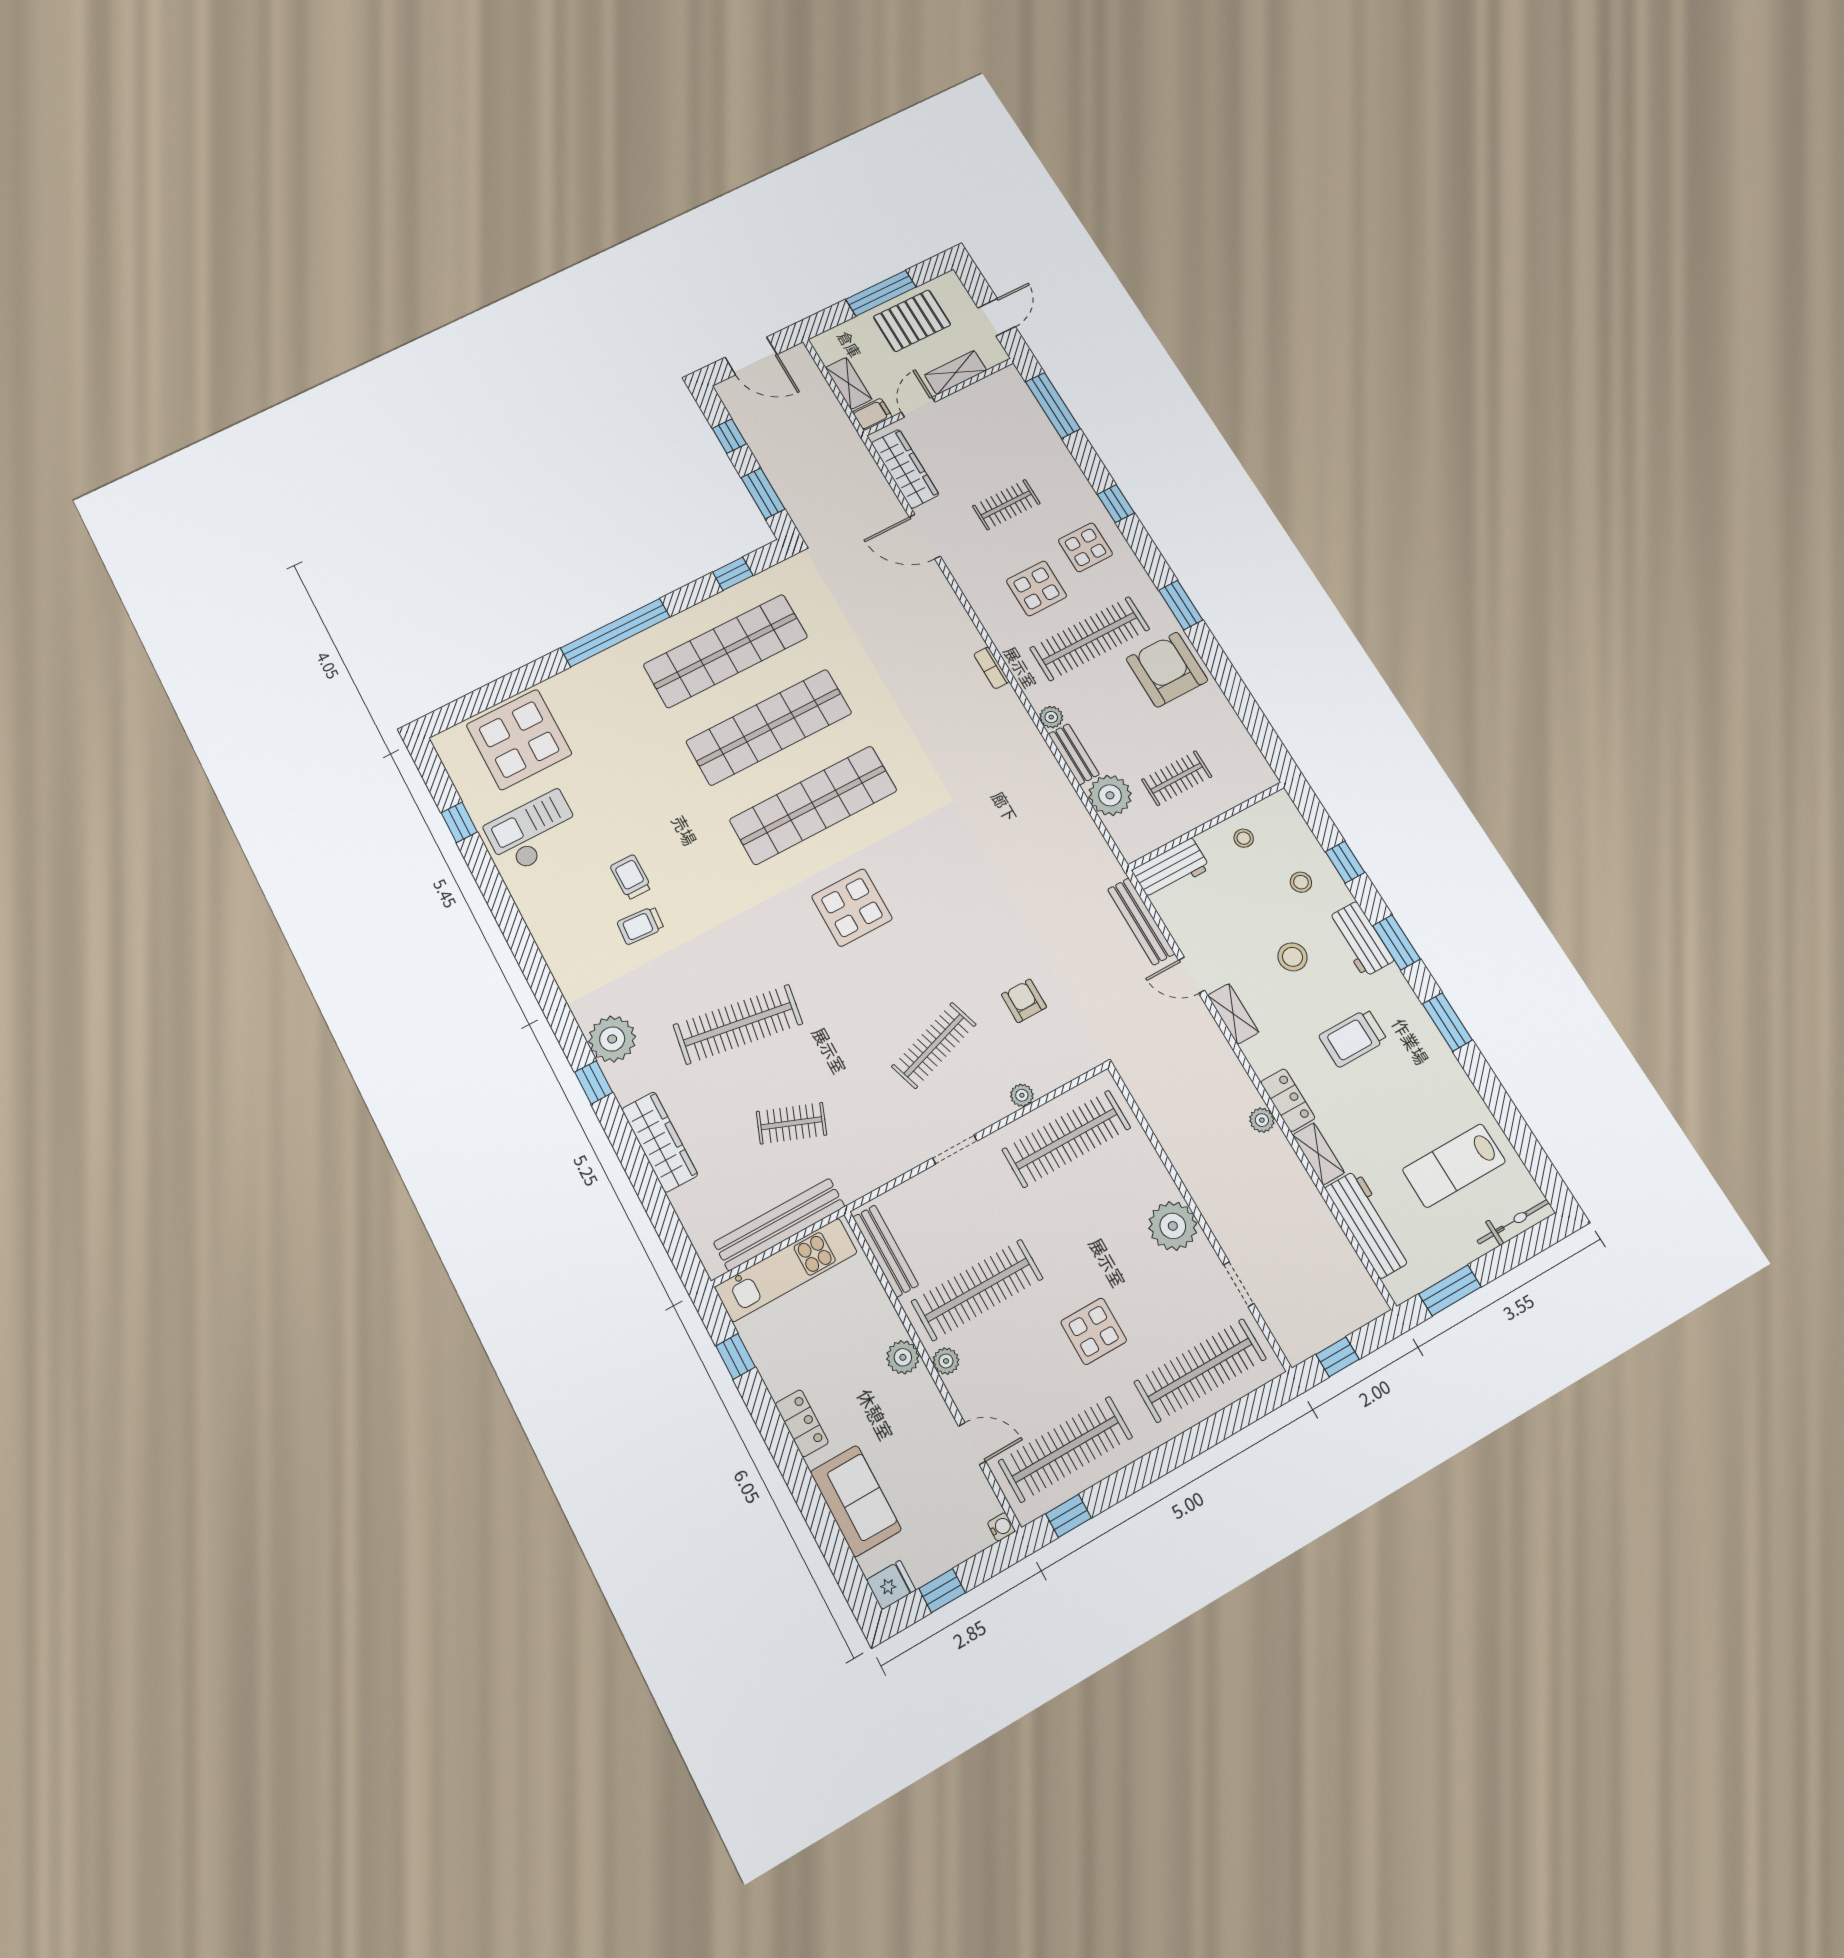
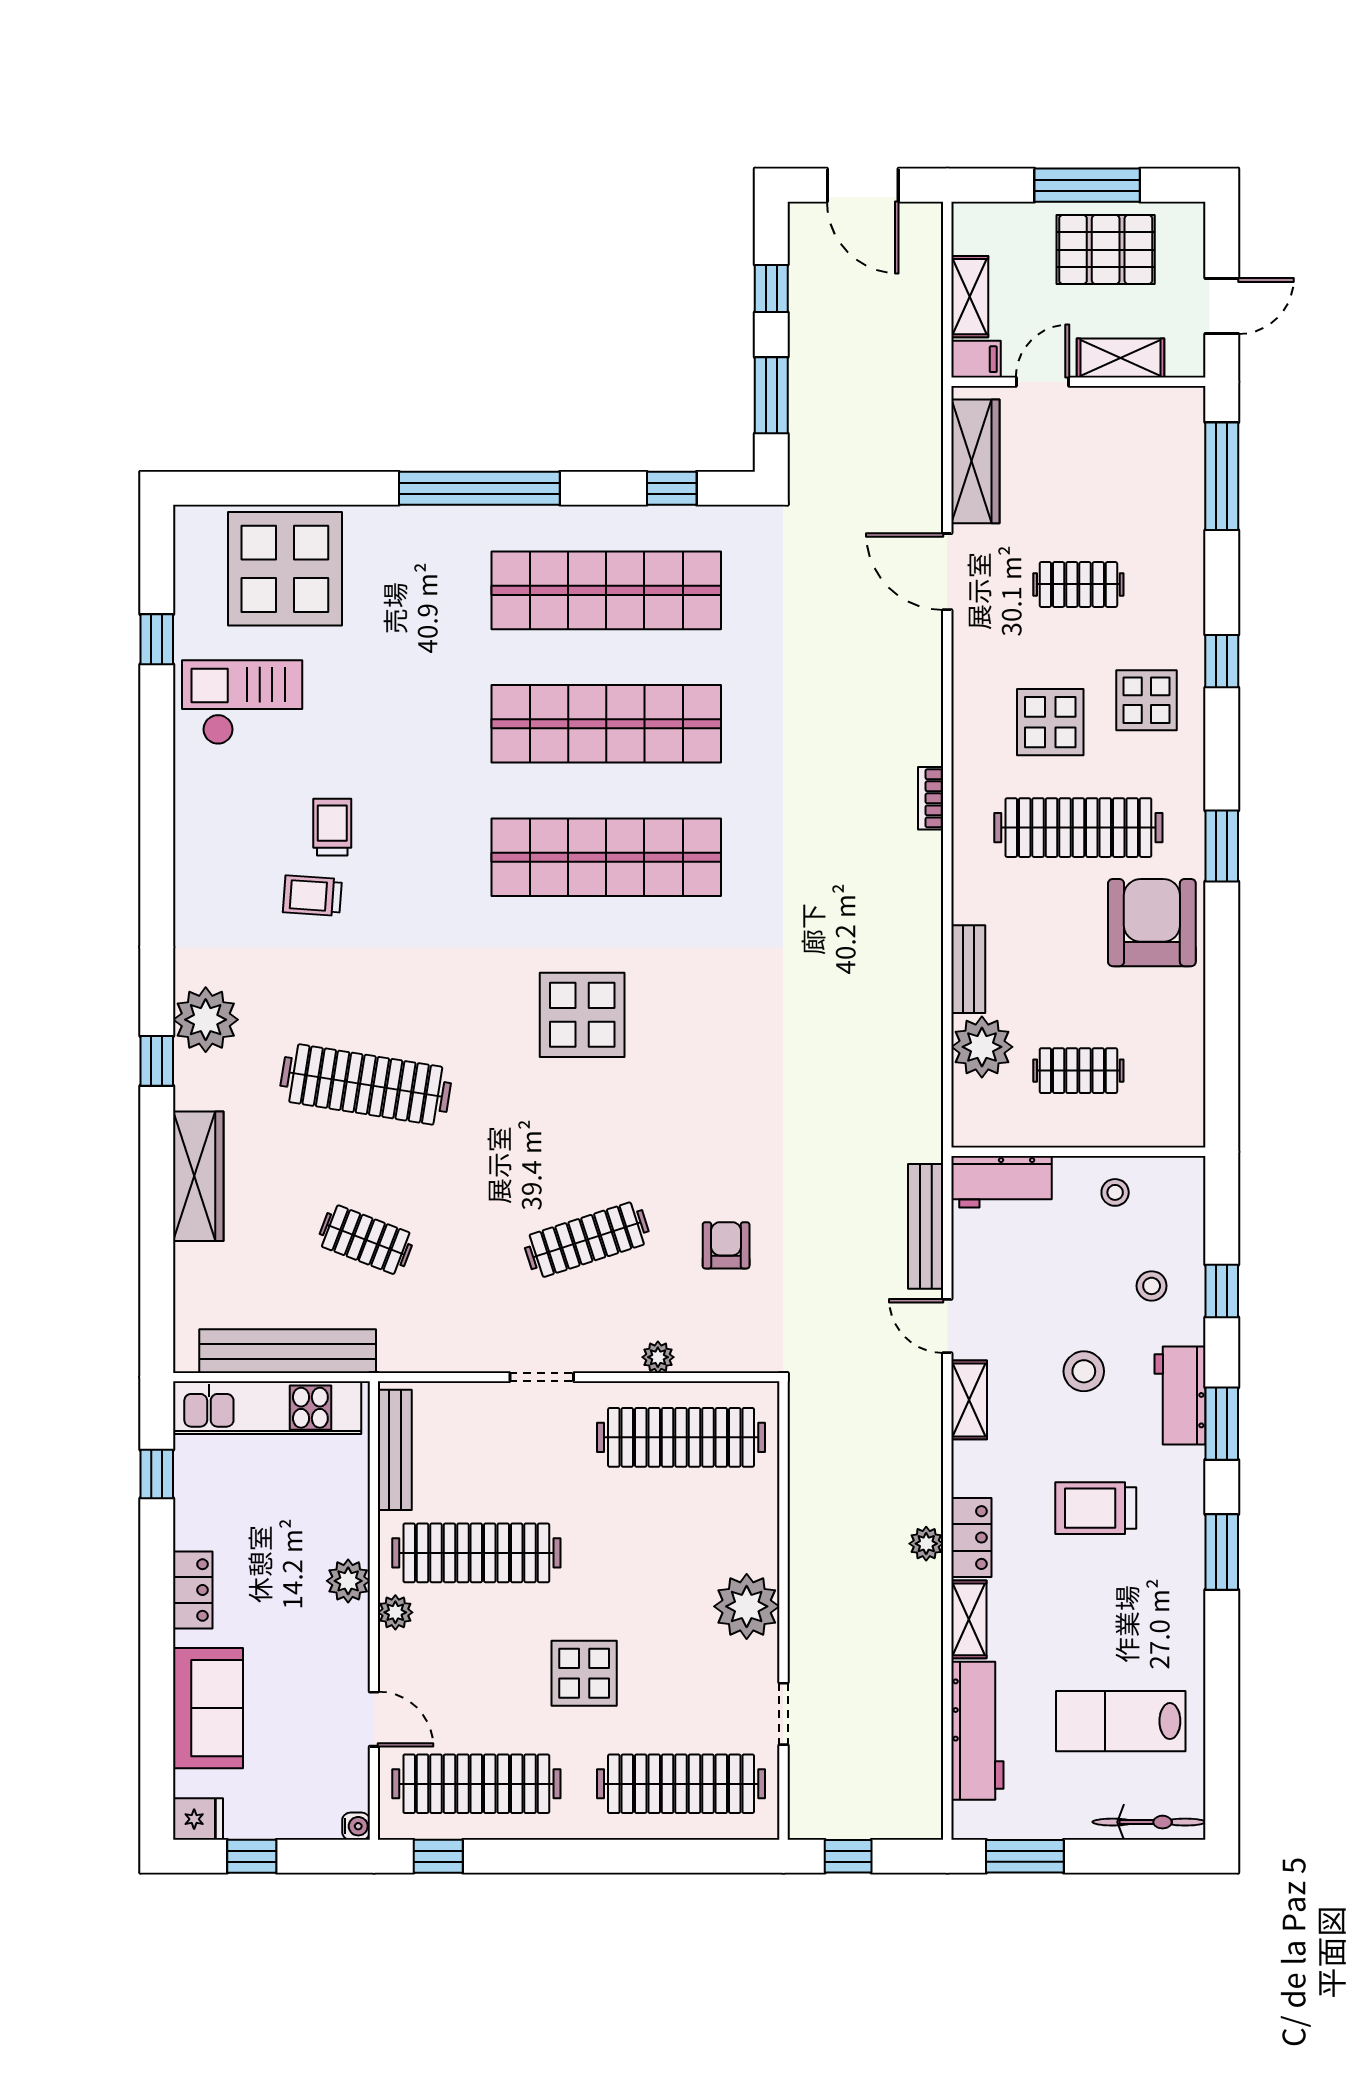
plant: (1051, 717) -> (968, 905), removed

